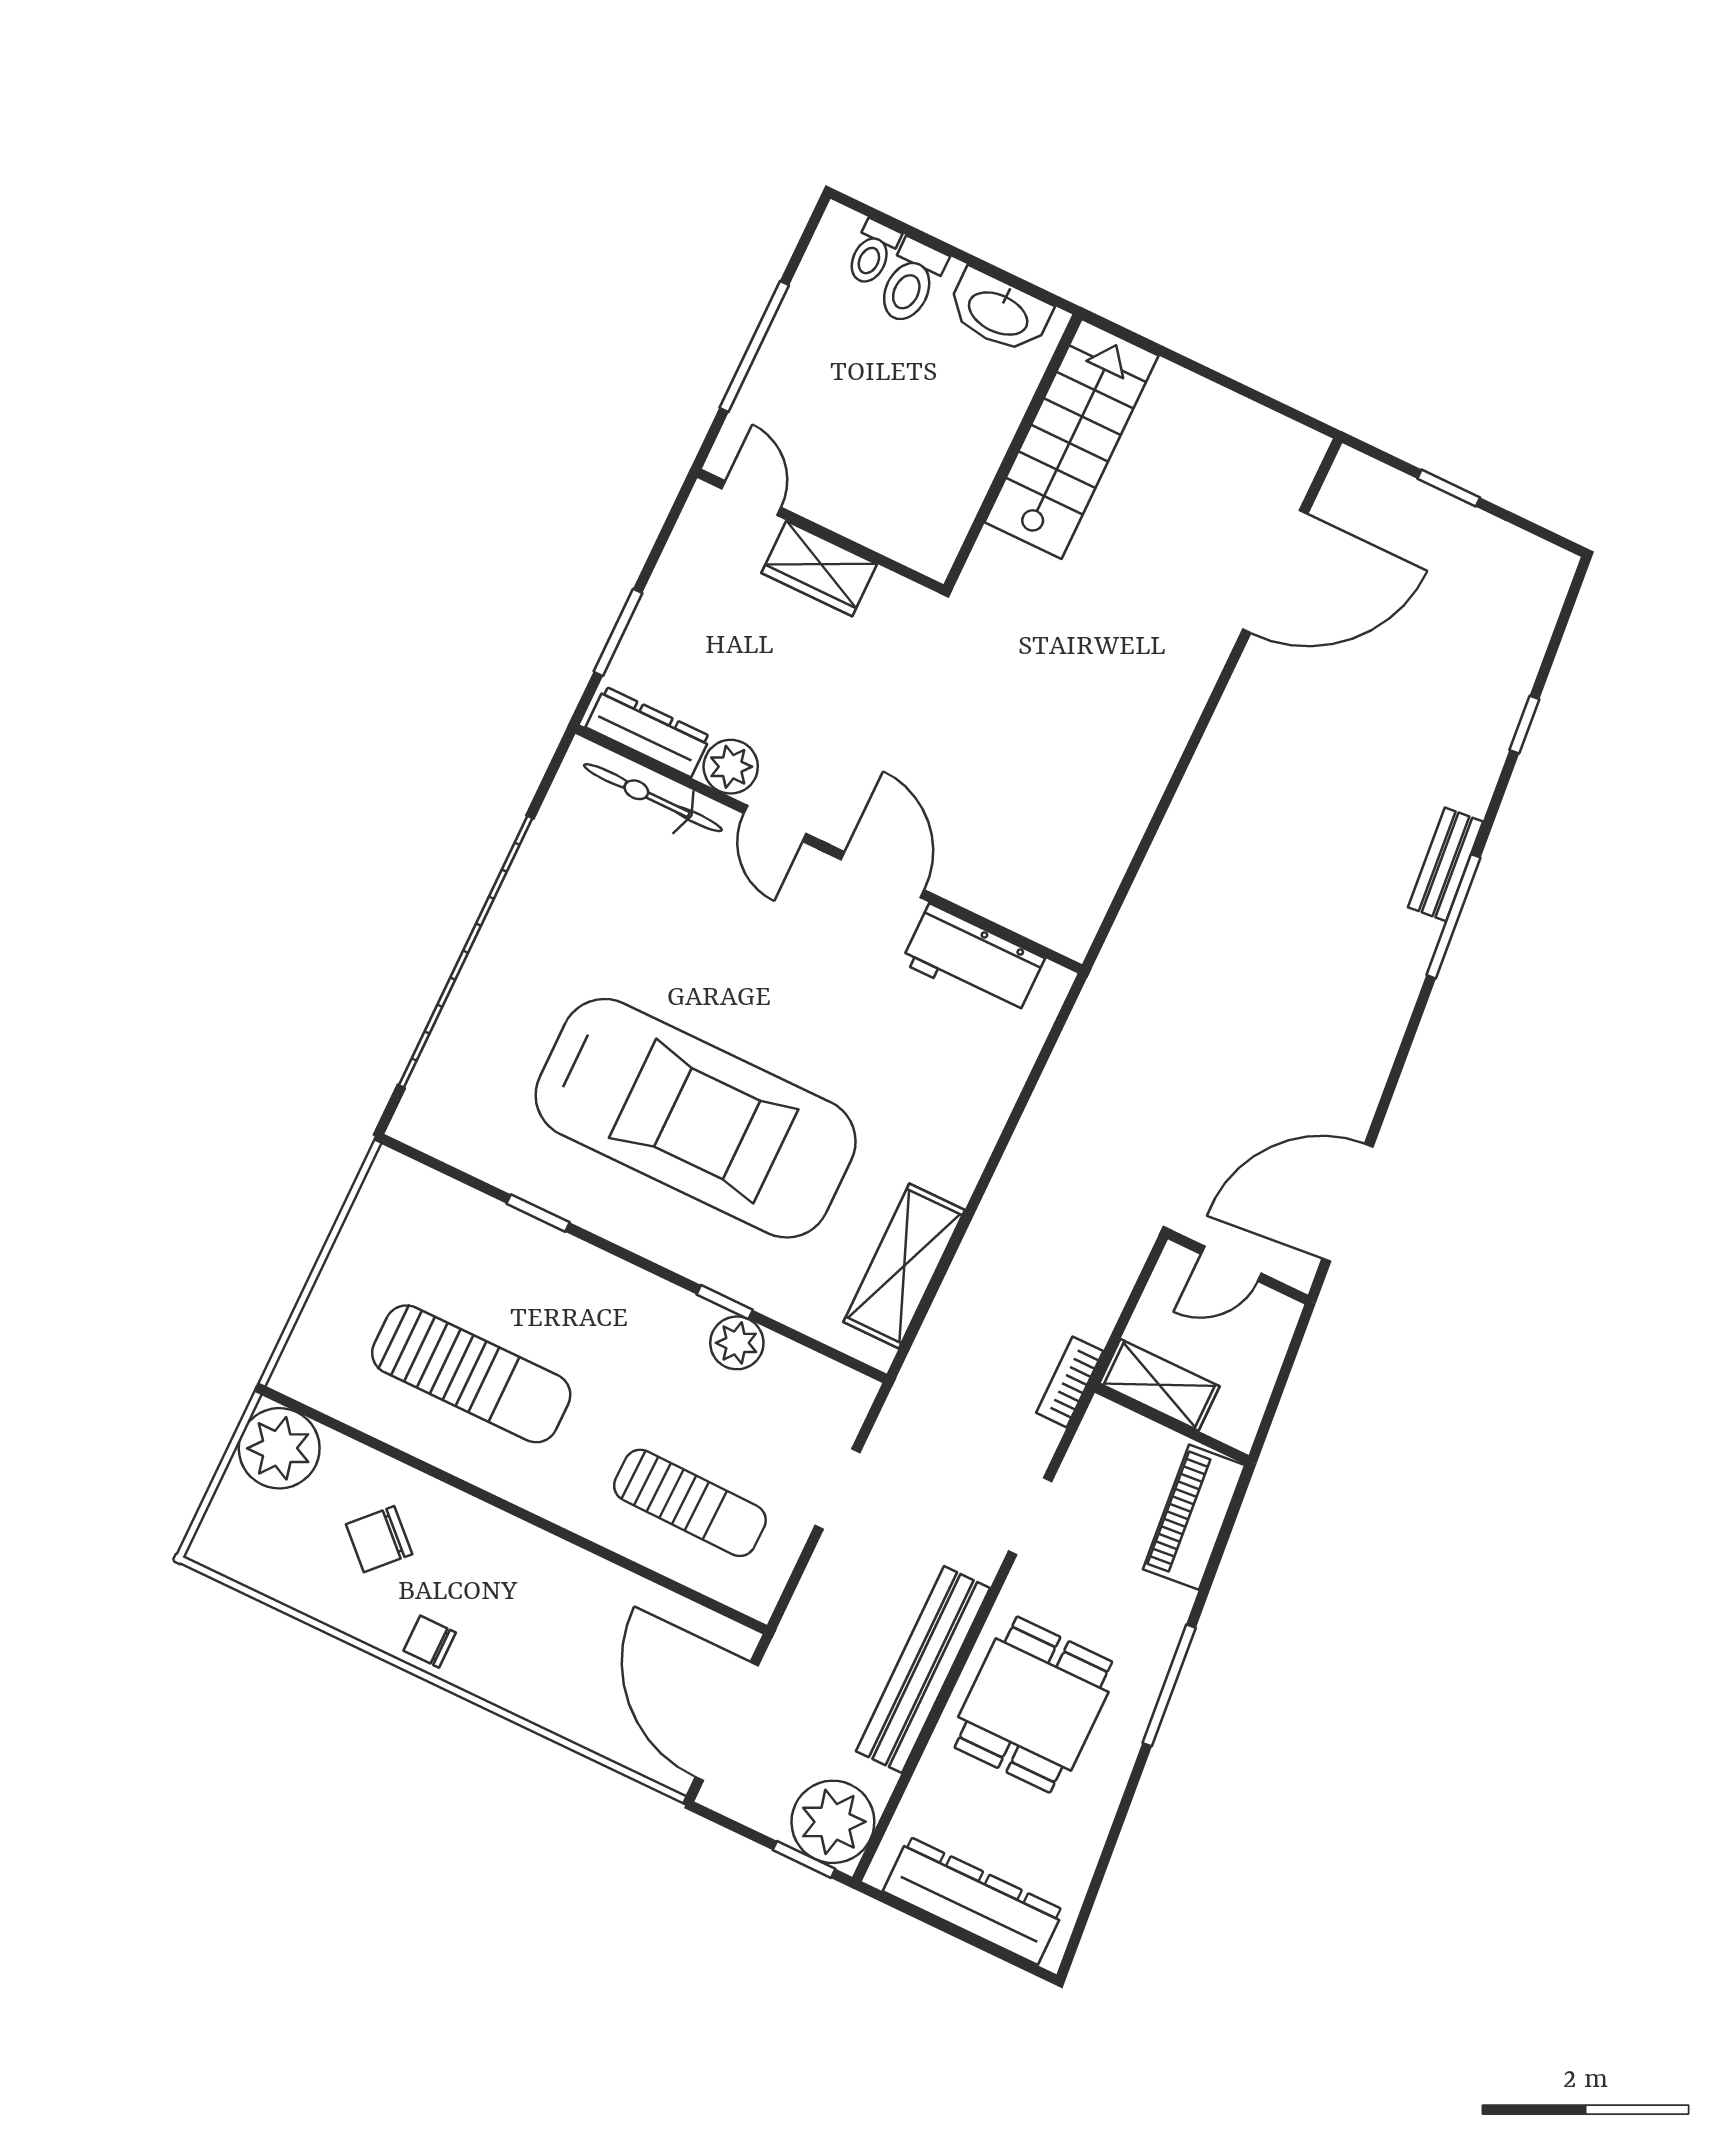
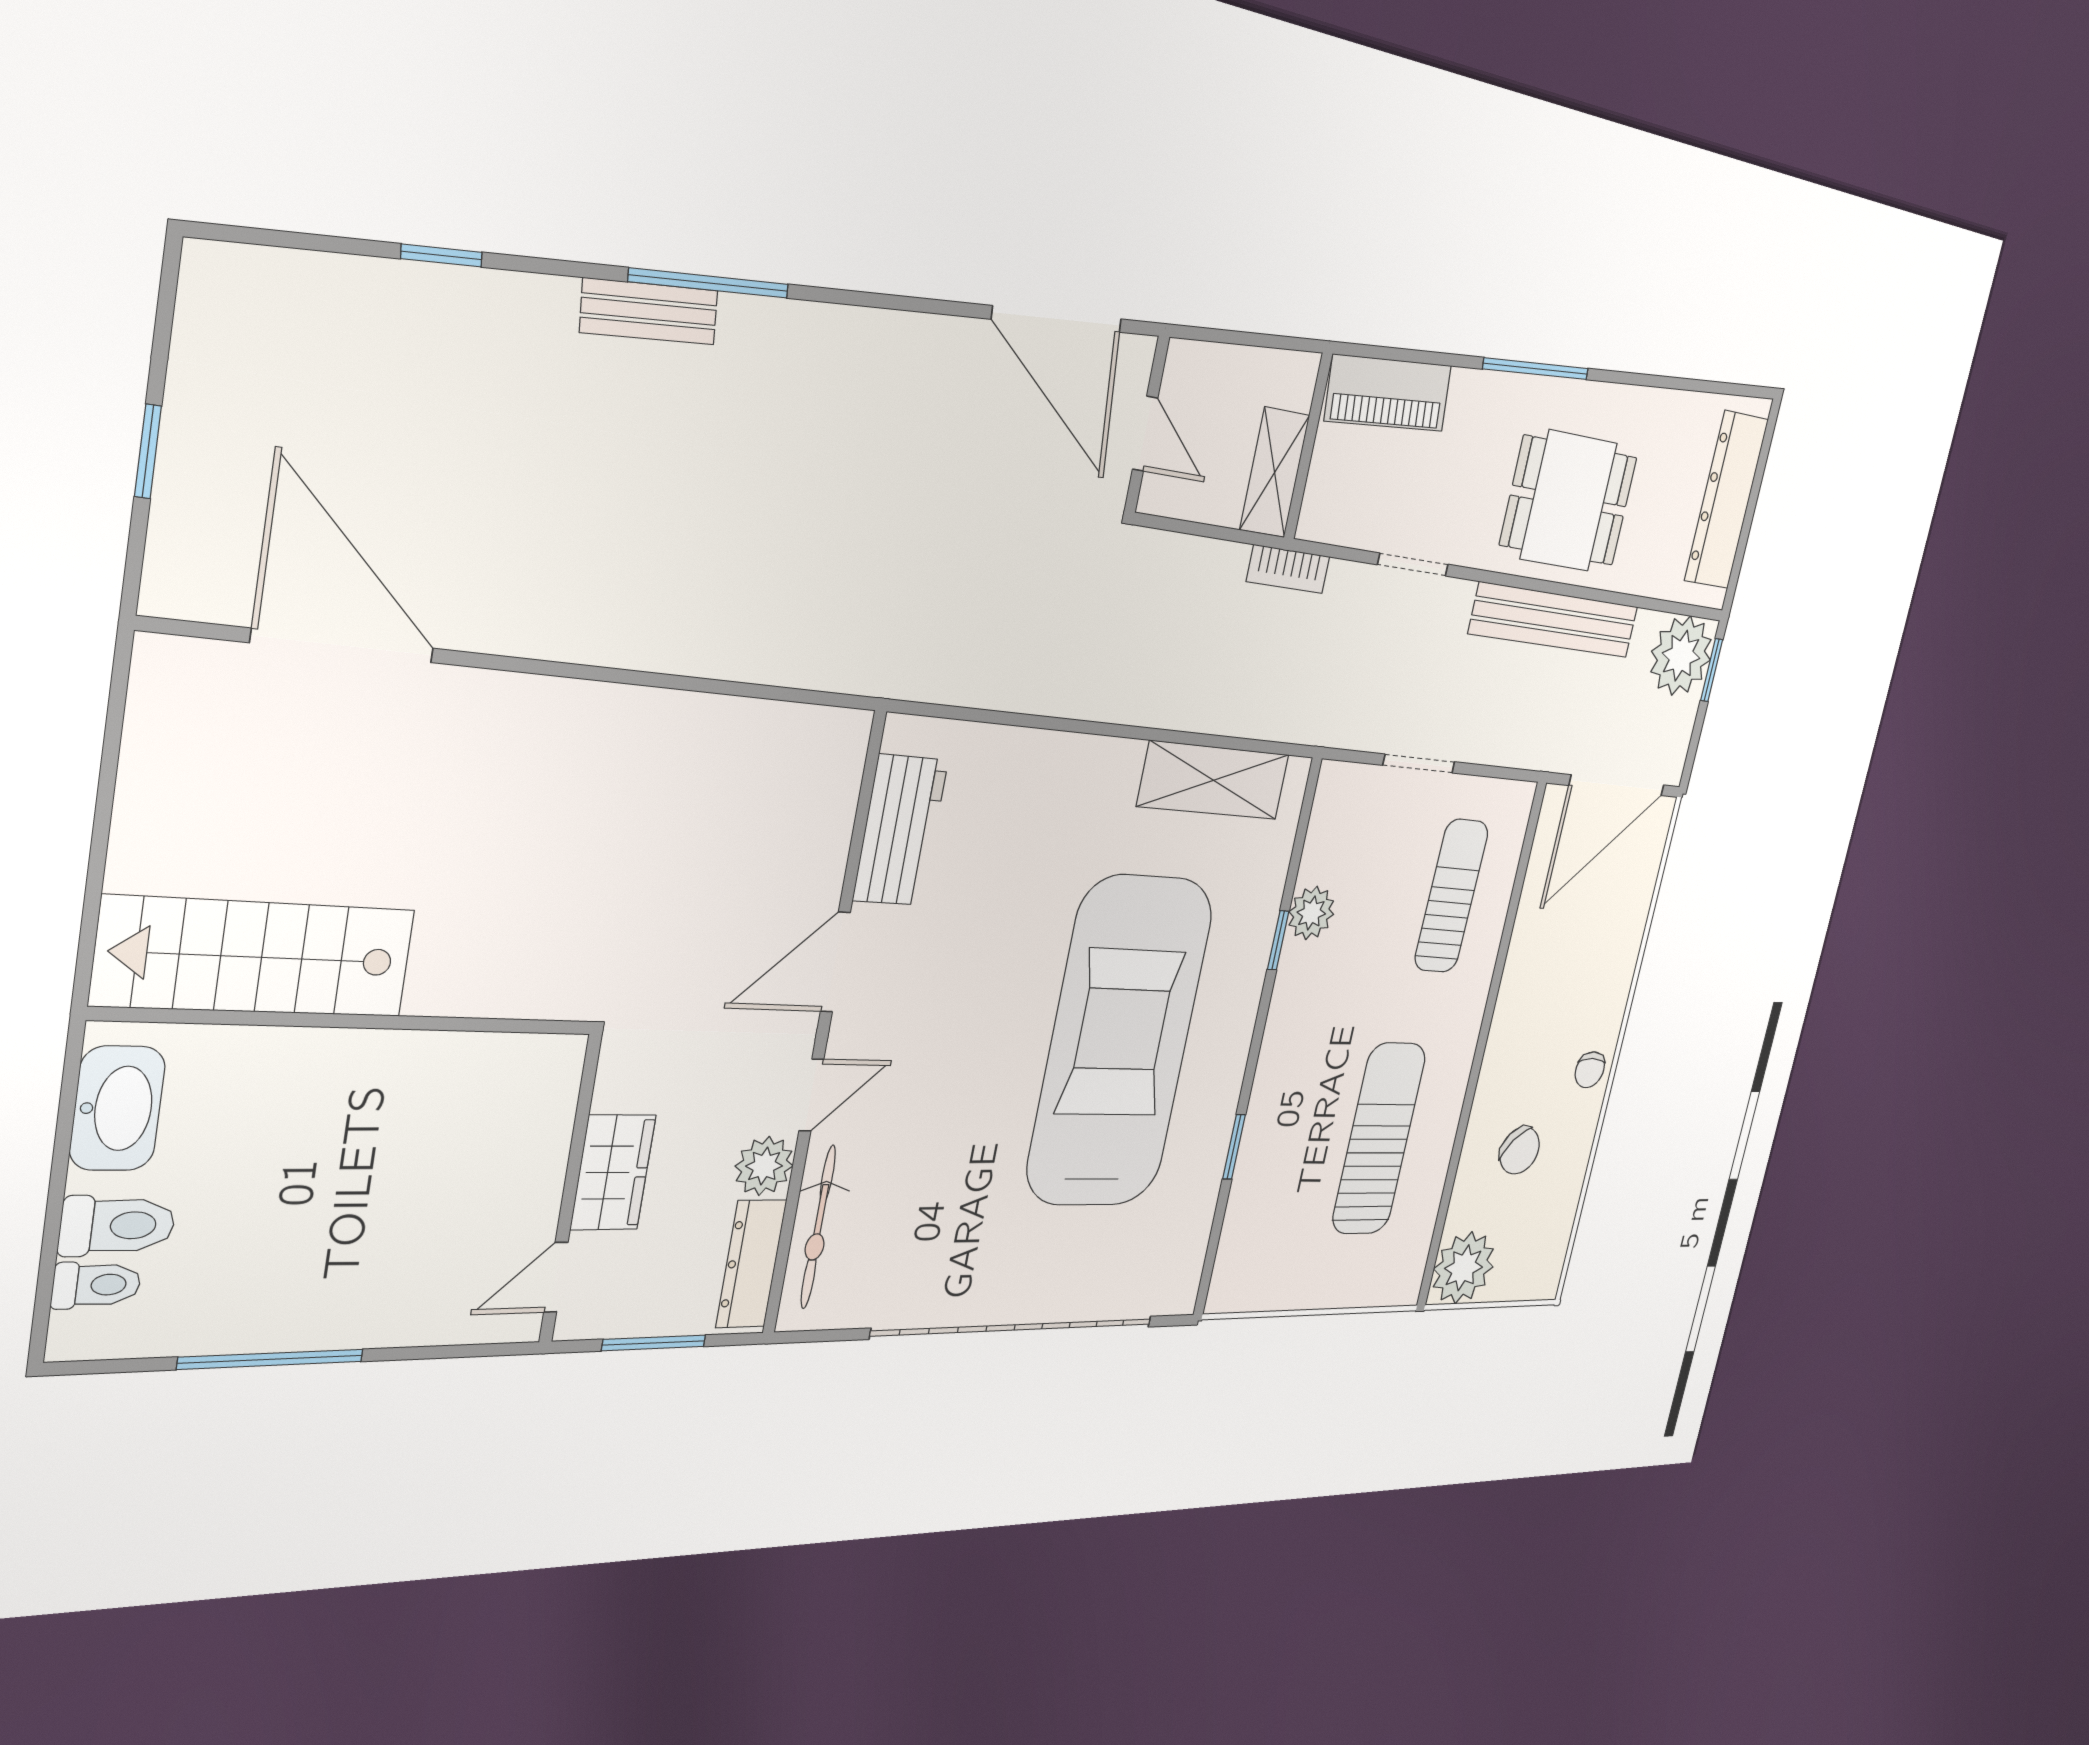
door: (751, 498) -> (556, 1277), moved
wall: (820, 531) -> (570, 1190), moved
wardrobe: (819, 568) -> (613, 1172), moved

